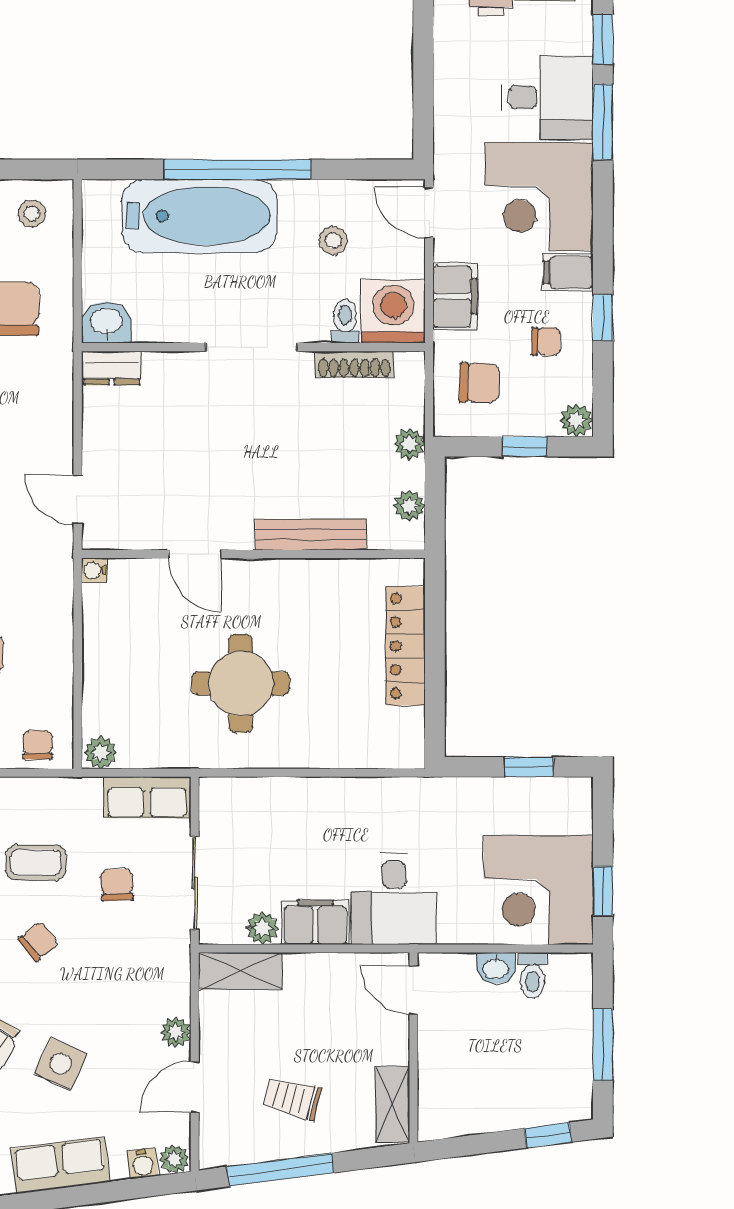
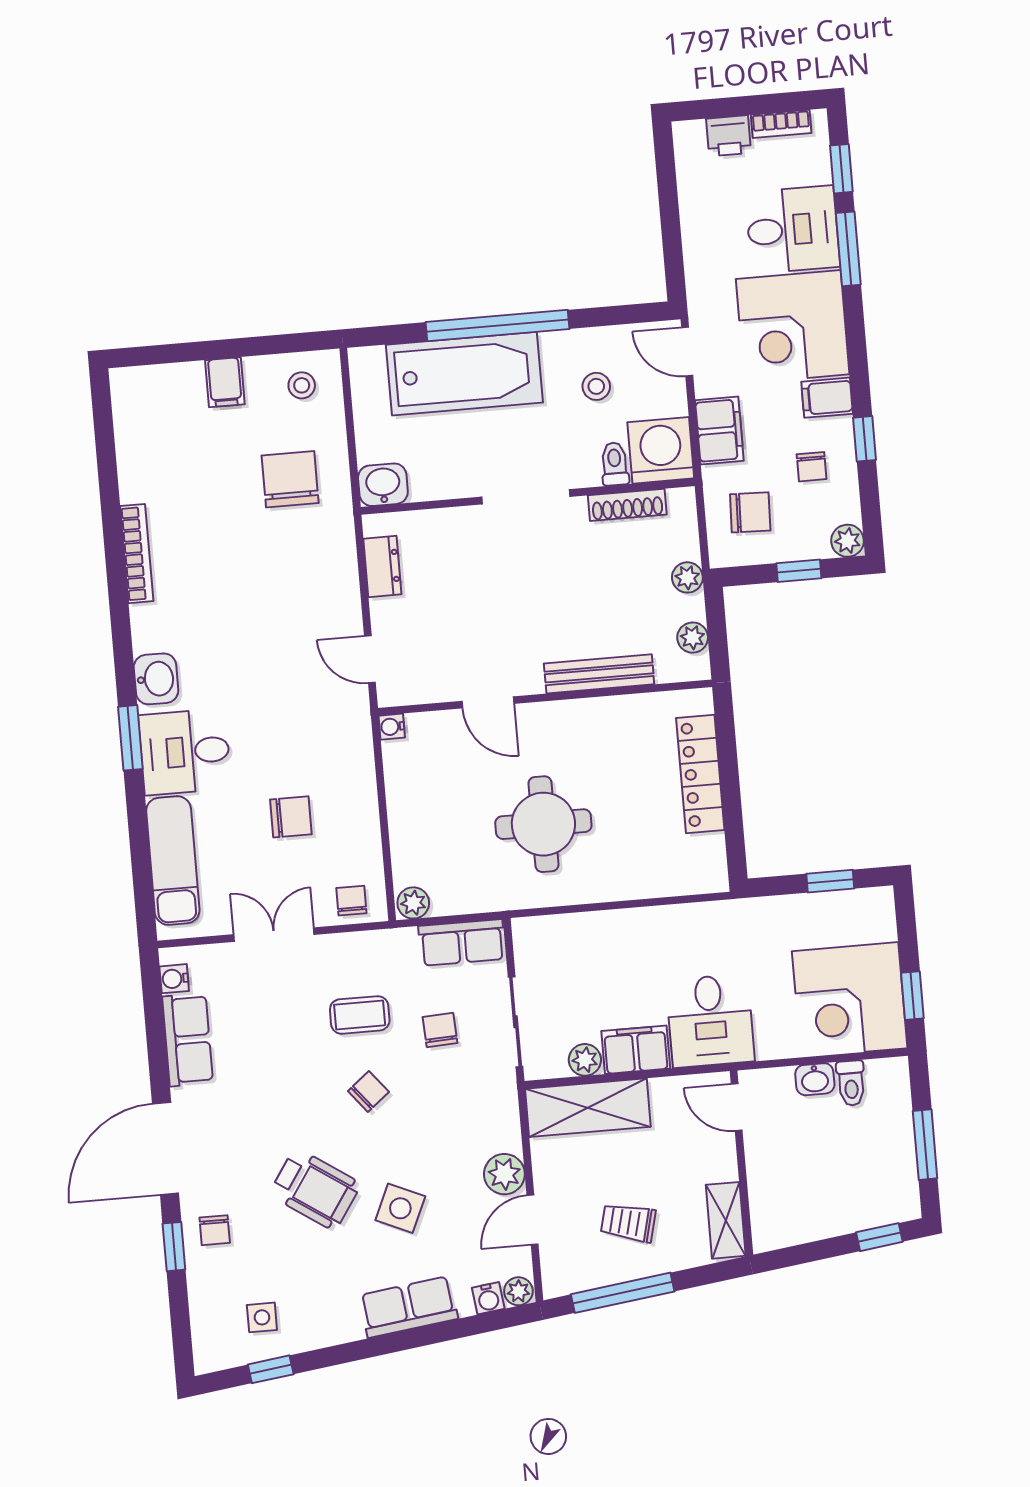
chair: (546, 341) -> (812, 467), turned 90
dresser: (112, 368) -> (382, 567), moved, turned -90
shelving: (240, 971) -> (588, 1108), width x1.50, depth x1.33
plant: (176, 1032) -> (504, 1174), width x1.38, depth x1.38

